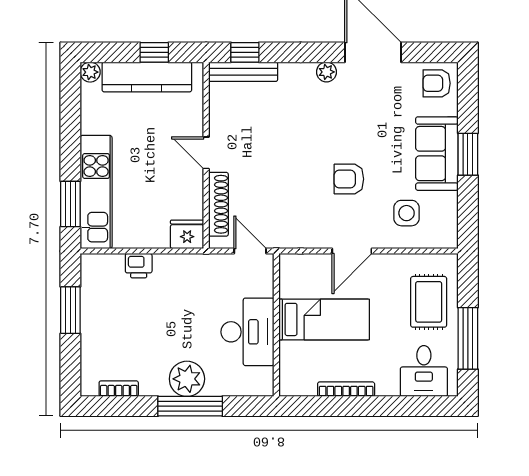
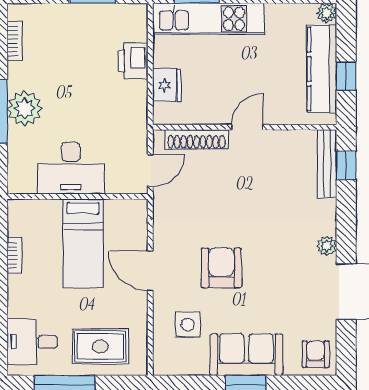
armchair: (349, 179) -> (221, 268), width x1.38, depth x1.38
fridge: (187, 234) -> (167, 85), moved
printer: (139, 266) -> (133, 61), width x1.36, depth x1.24
bookcase: (346, 389) -> (14, 255), width x0.64

